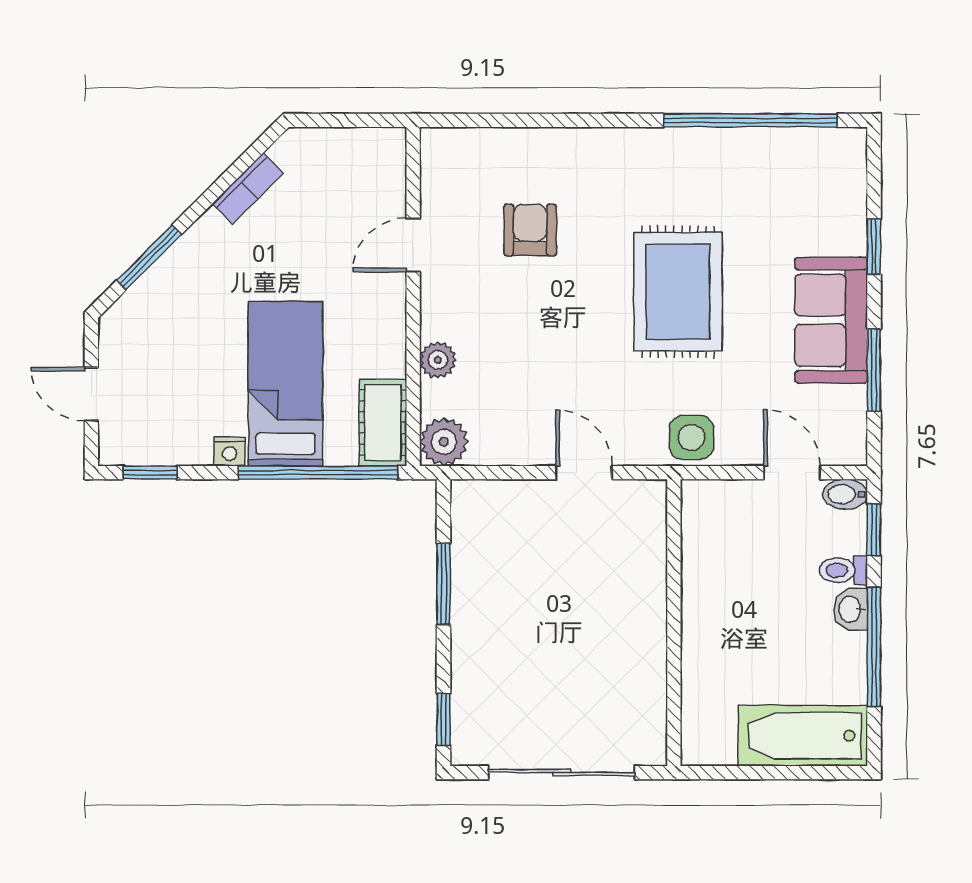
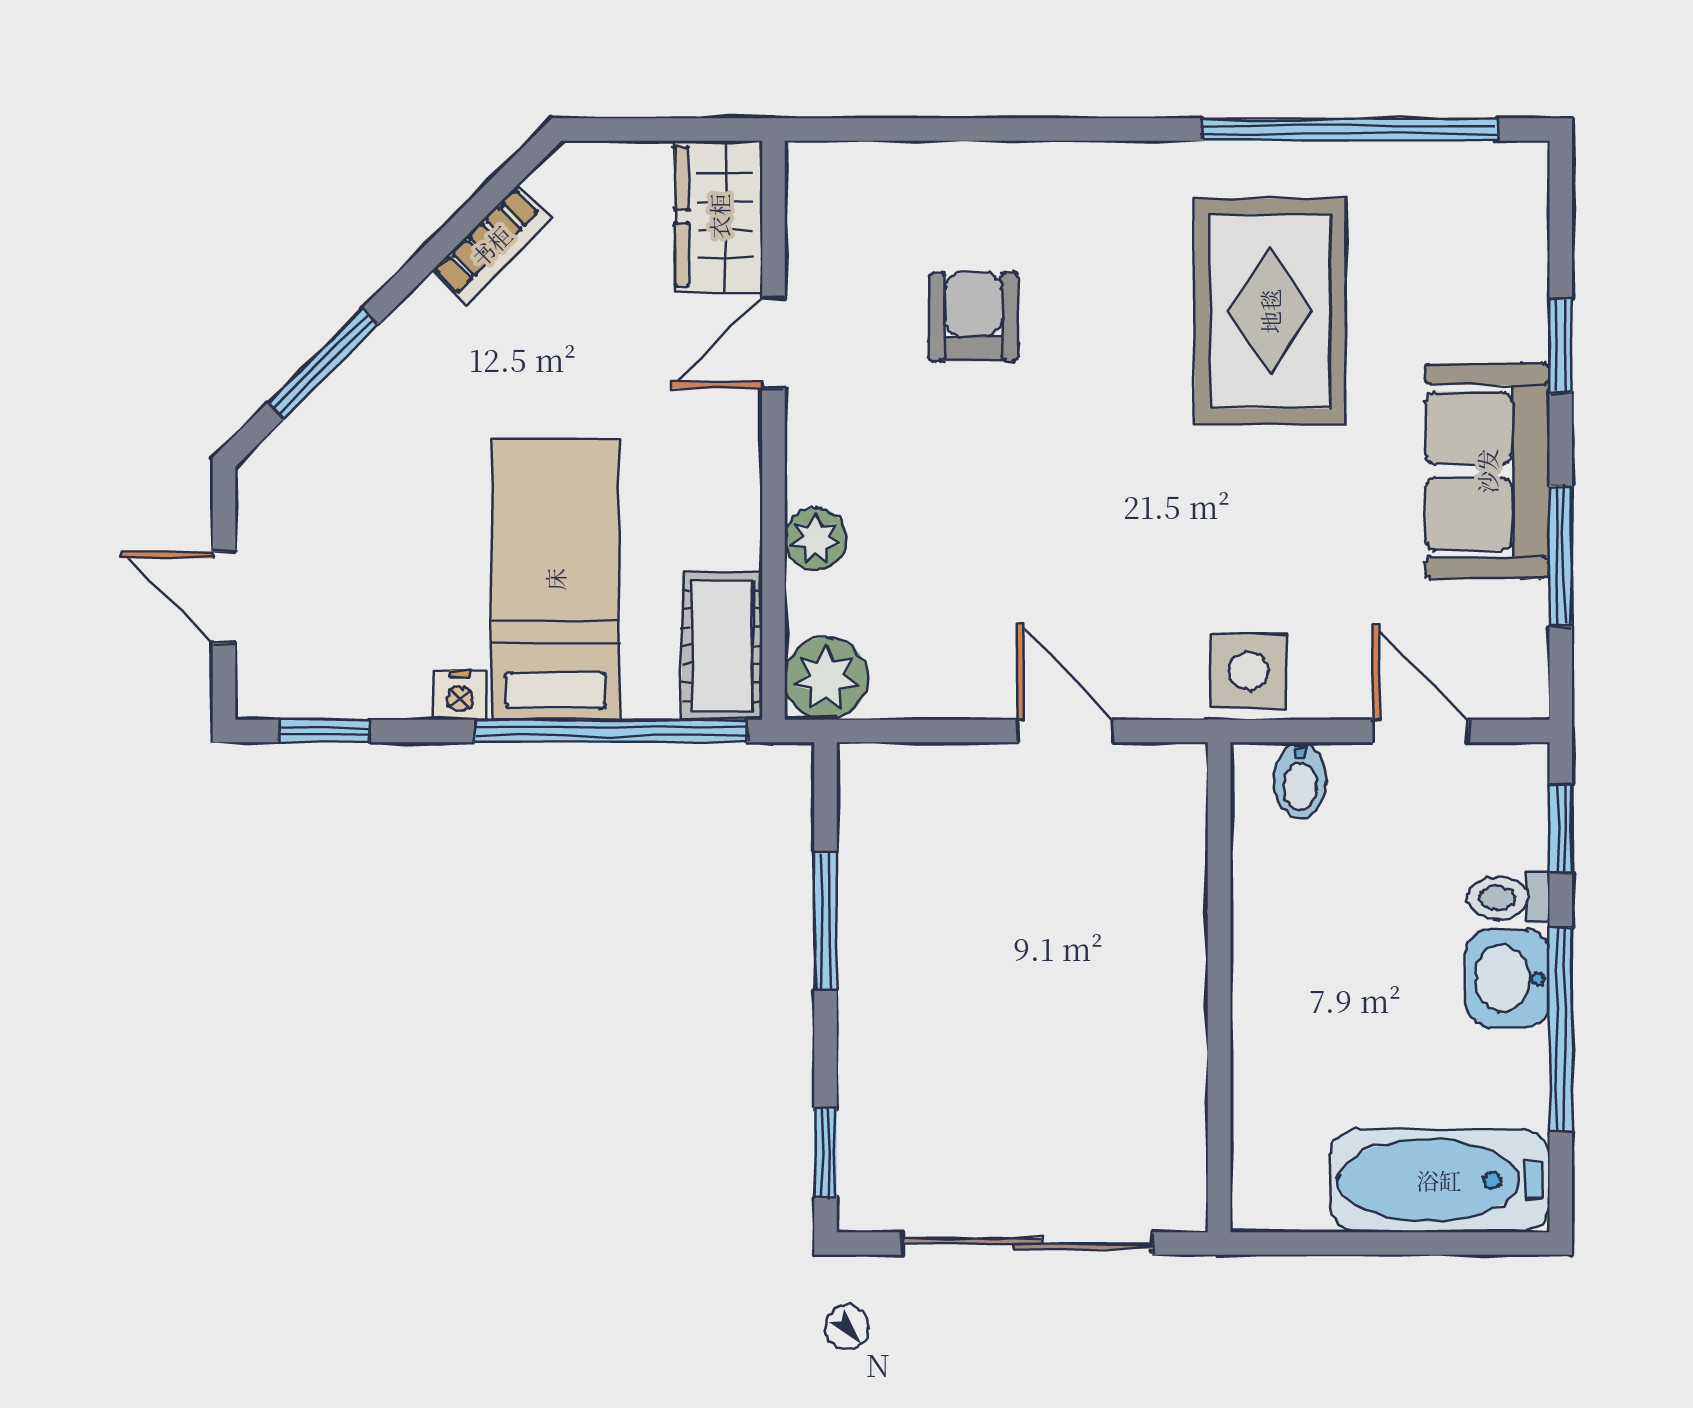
wardrobe: (381, 171) -> (719, 216), added
rug: (678, 292) -> (1270, 311), moved
bidet: (845, 494) -> (1300, 780), moved, turned -90
washbasin: (851, 609) -> (1508, 978), width x1.38, depth x1.45

